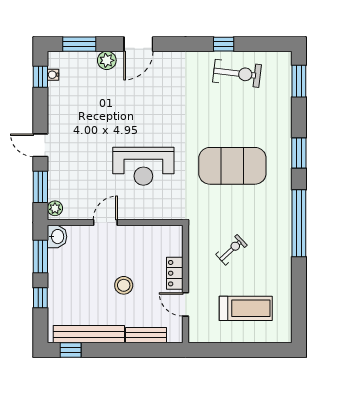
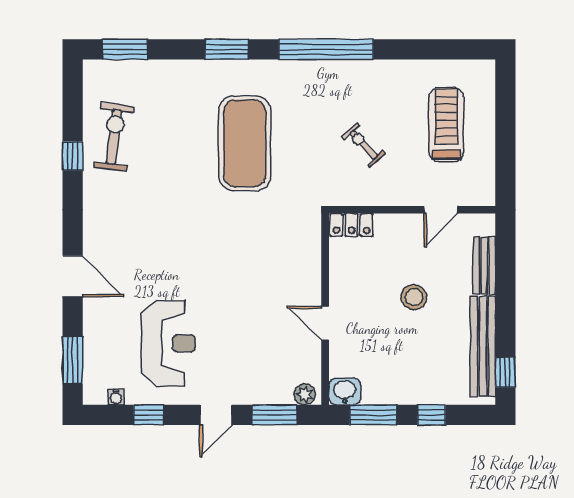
plant: (107, 60) -> (96, 321), removed
window: (40, 77) -> (149, 415), moved
reception desk: (143, 166) -> (168, 343), moved
locker: (175, 273) -> (351, 225), moved

